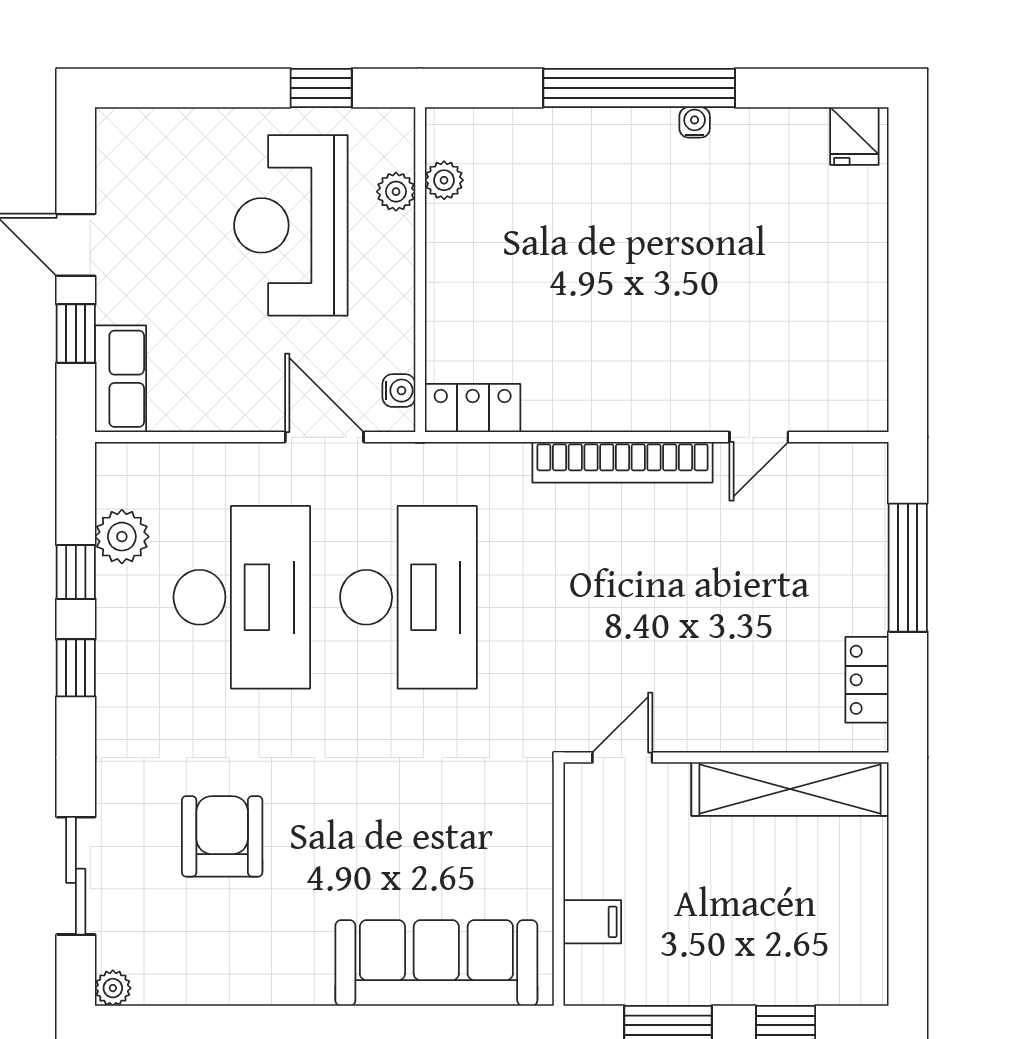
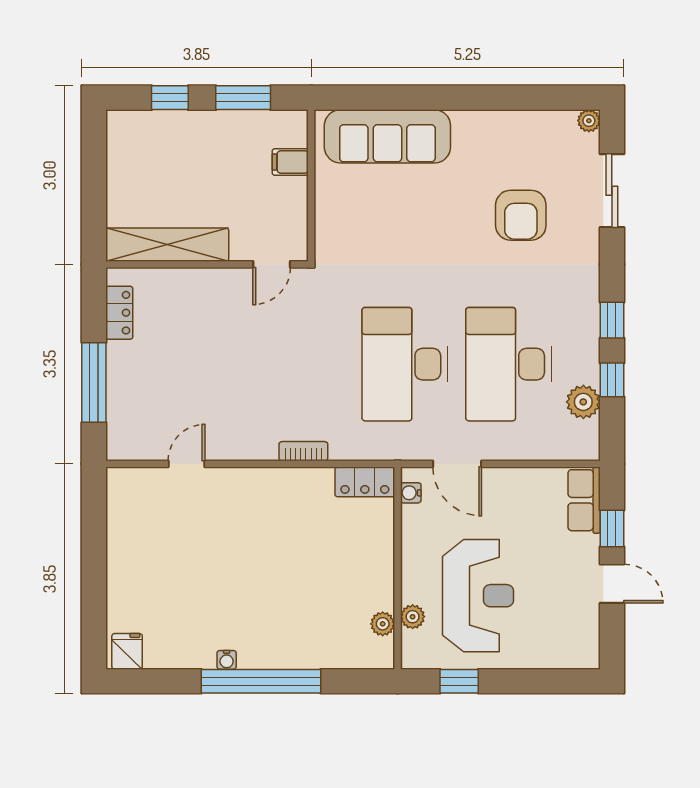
bookcase: (622, 462) -> (303, 451), width x0.43, depth x0.76

